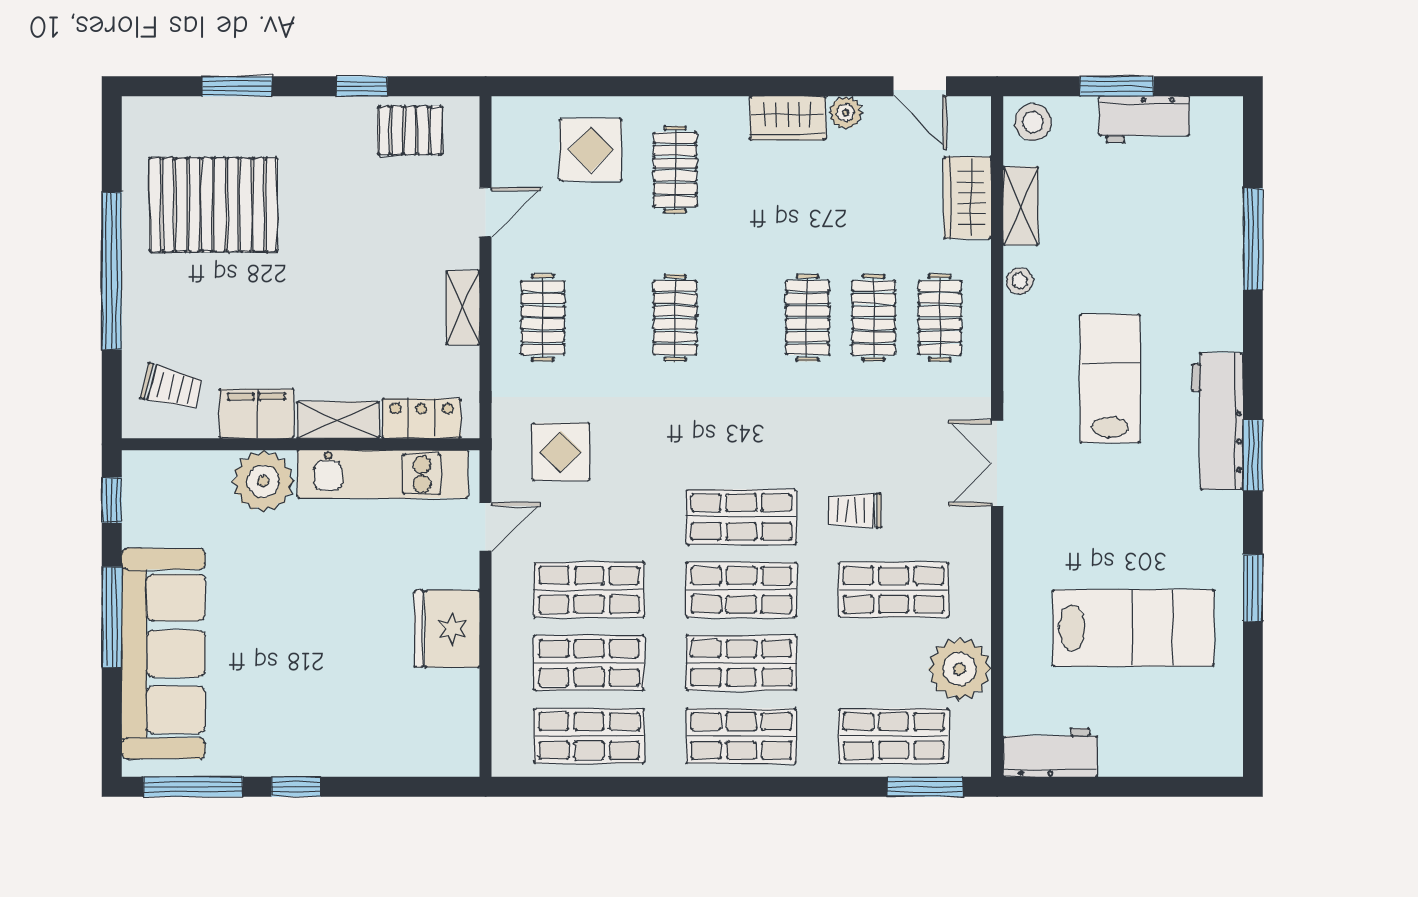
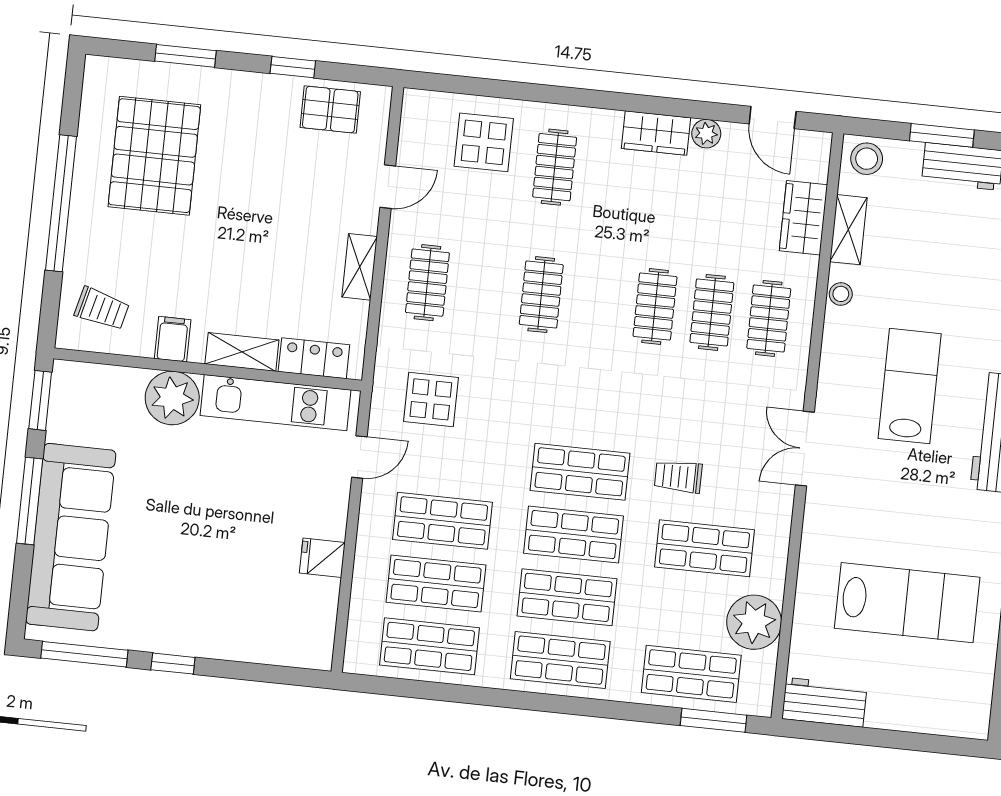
pallet: (213, 205) -> (154, 156), turned 90
filing cabinet: (257, 414) -> (173, 339), width x0.50
window: (112, 500) -> (40, 400), width x1.50
fridge: (447, 629) -> (322, 558), width x0.53, depth x0.75

